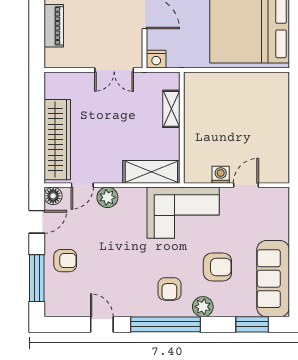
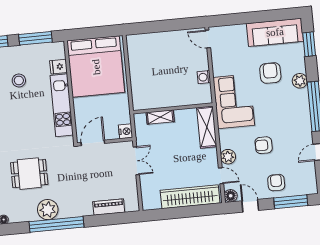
door: (246, 185) -> (208, 39), moved
armchair: (169, 289) -> (264, 145), moved, turned 180

